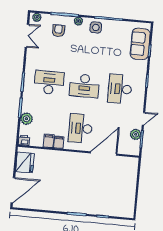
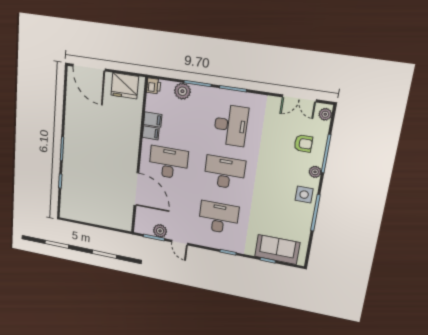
desk: (84, 86) -> (225, 172), turned 90

